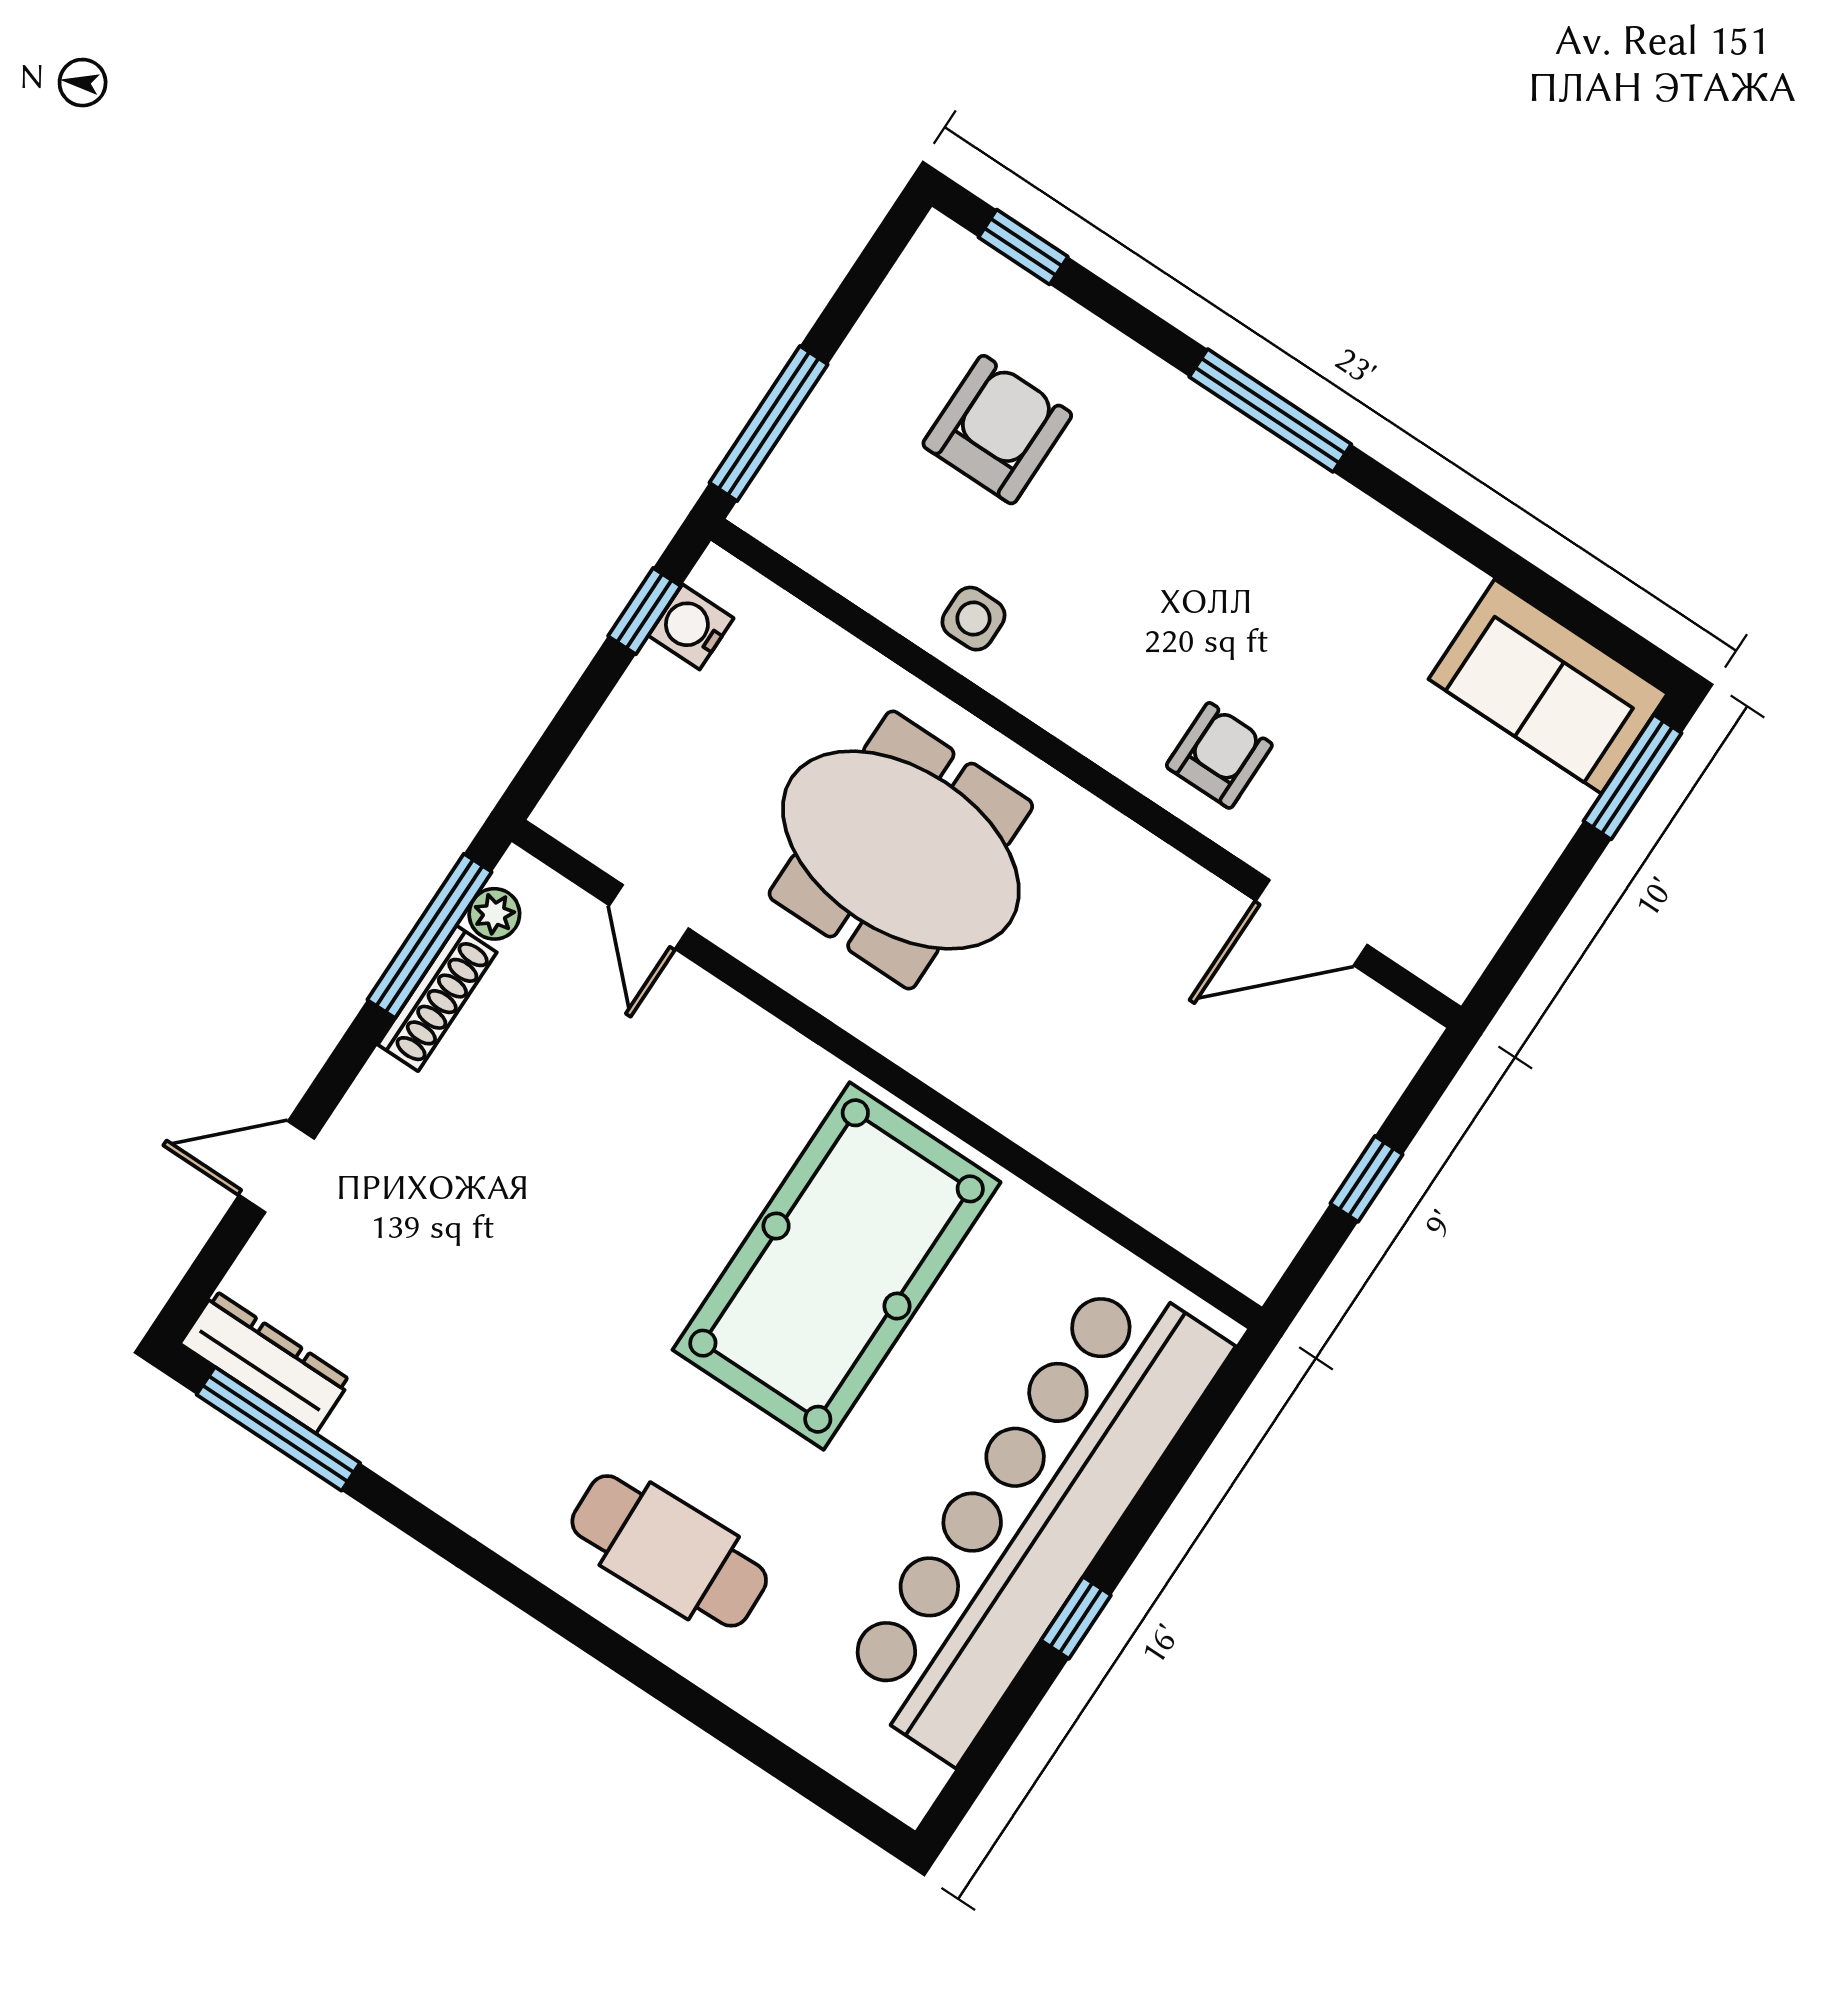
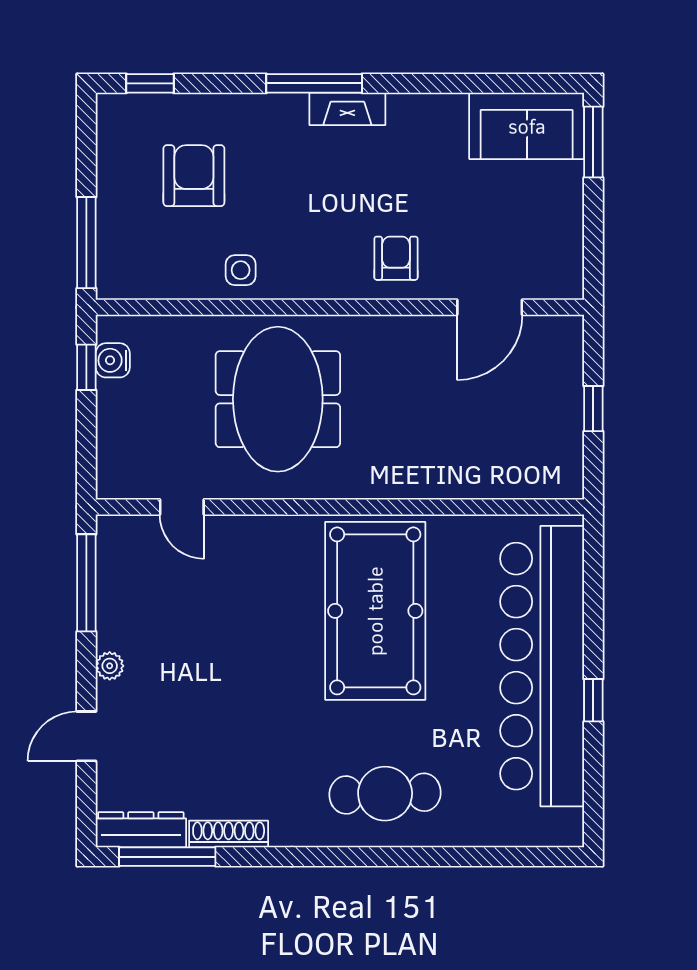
fireplace: (1295, 482) -> (347, 109), added
meeting table: (901, 850) -> (278, 399), turned 90
plant: (494, 914) -> (110, 666), moved
shoe rack: (437, 998) -> (229, 834), moved, turned -90

